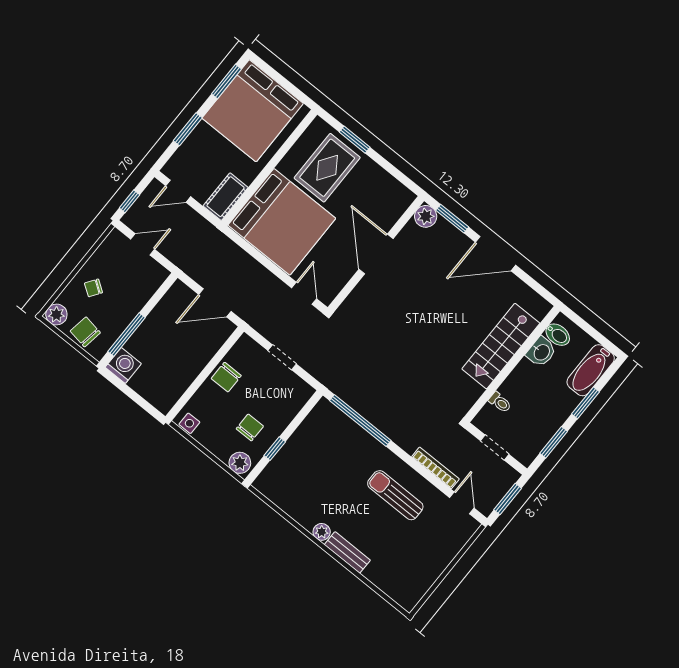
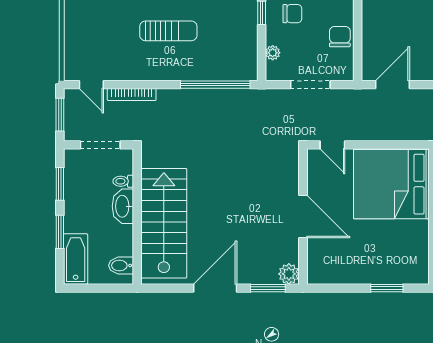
rug: (327, 168) -> (390, 251), removed
stairs: (501, 346) -> (164, 223), width x1.36, depth x1.51
washbasin: (541, 352) -> (123, 206), moved, width x1.38
doorway: (282, 357) -> (310, 85), width x1.38
plant: (292, 409) -> (273, 53), added
chair: (250, 427) -> (292, 14), turned -90
doorway: (495, 447) -> (100, 145), width x1.38
sun lounger: (395, 495) -> (168, 31), moved

